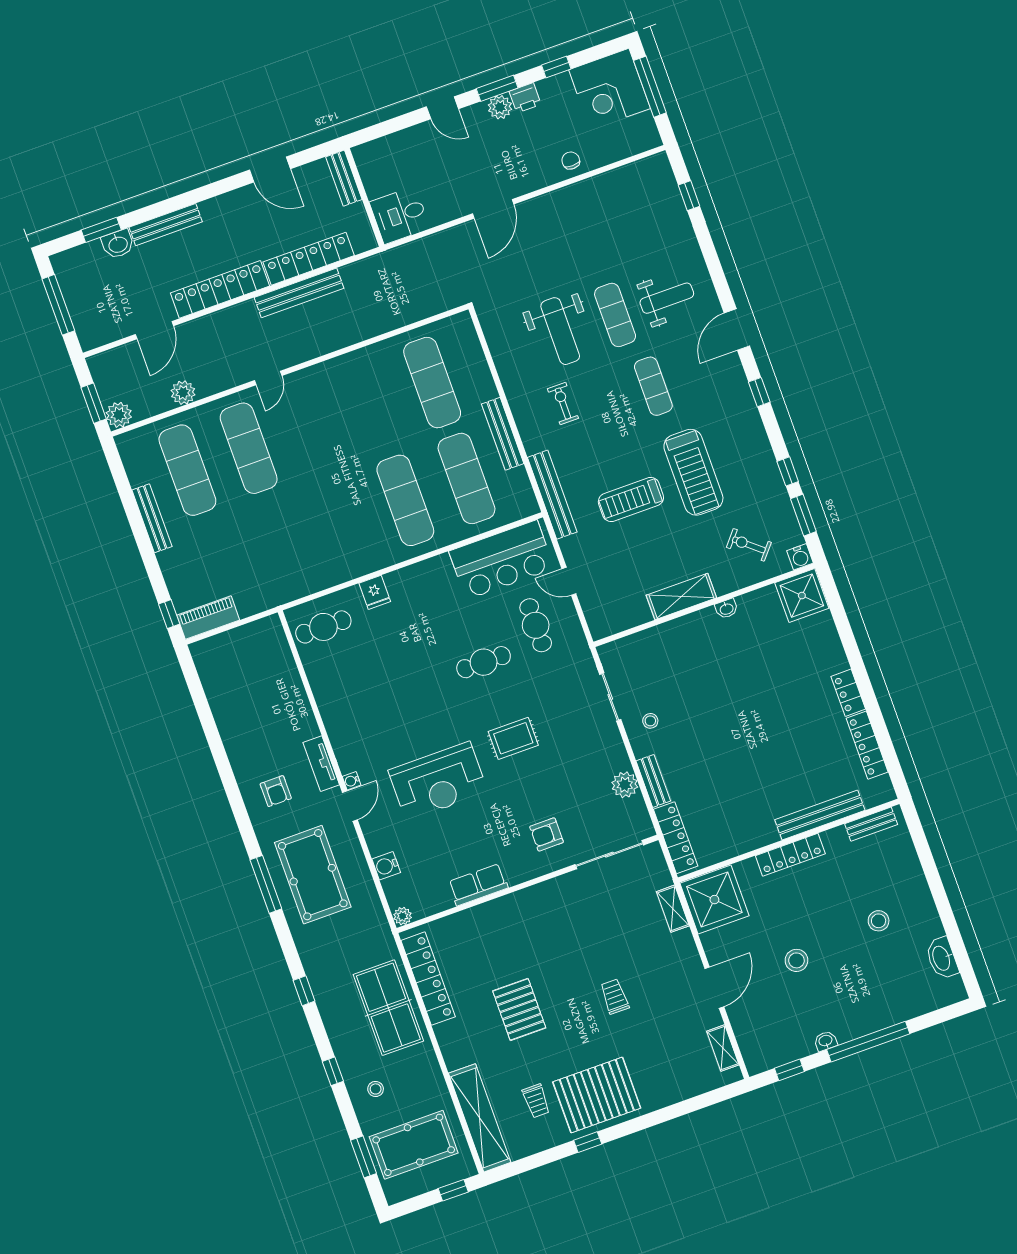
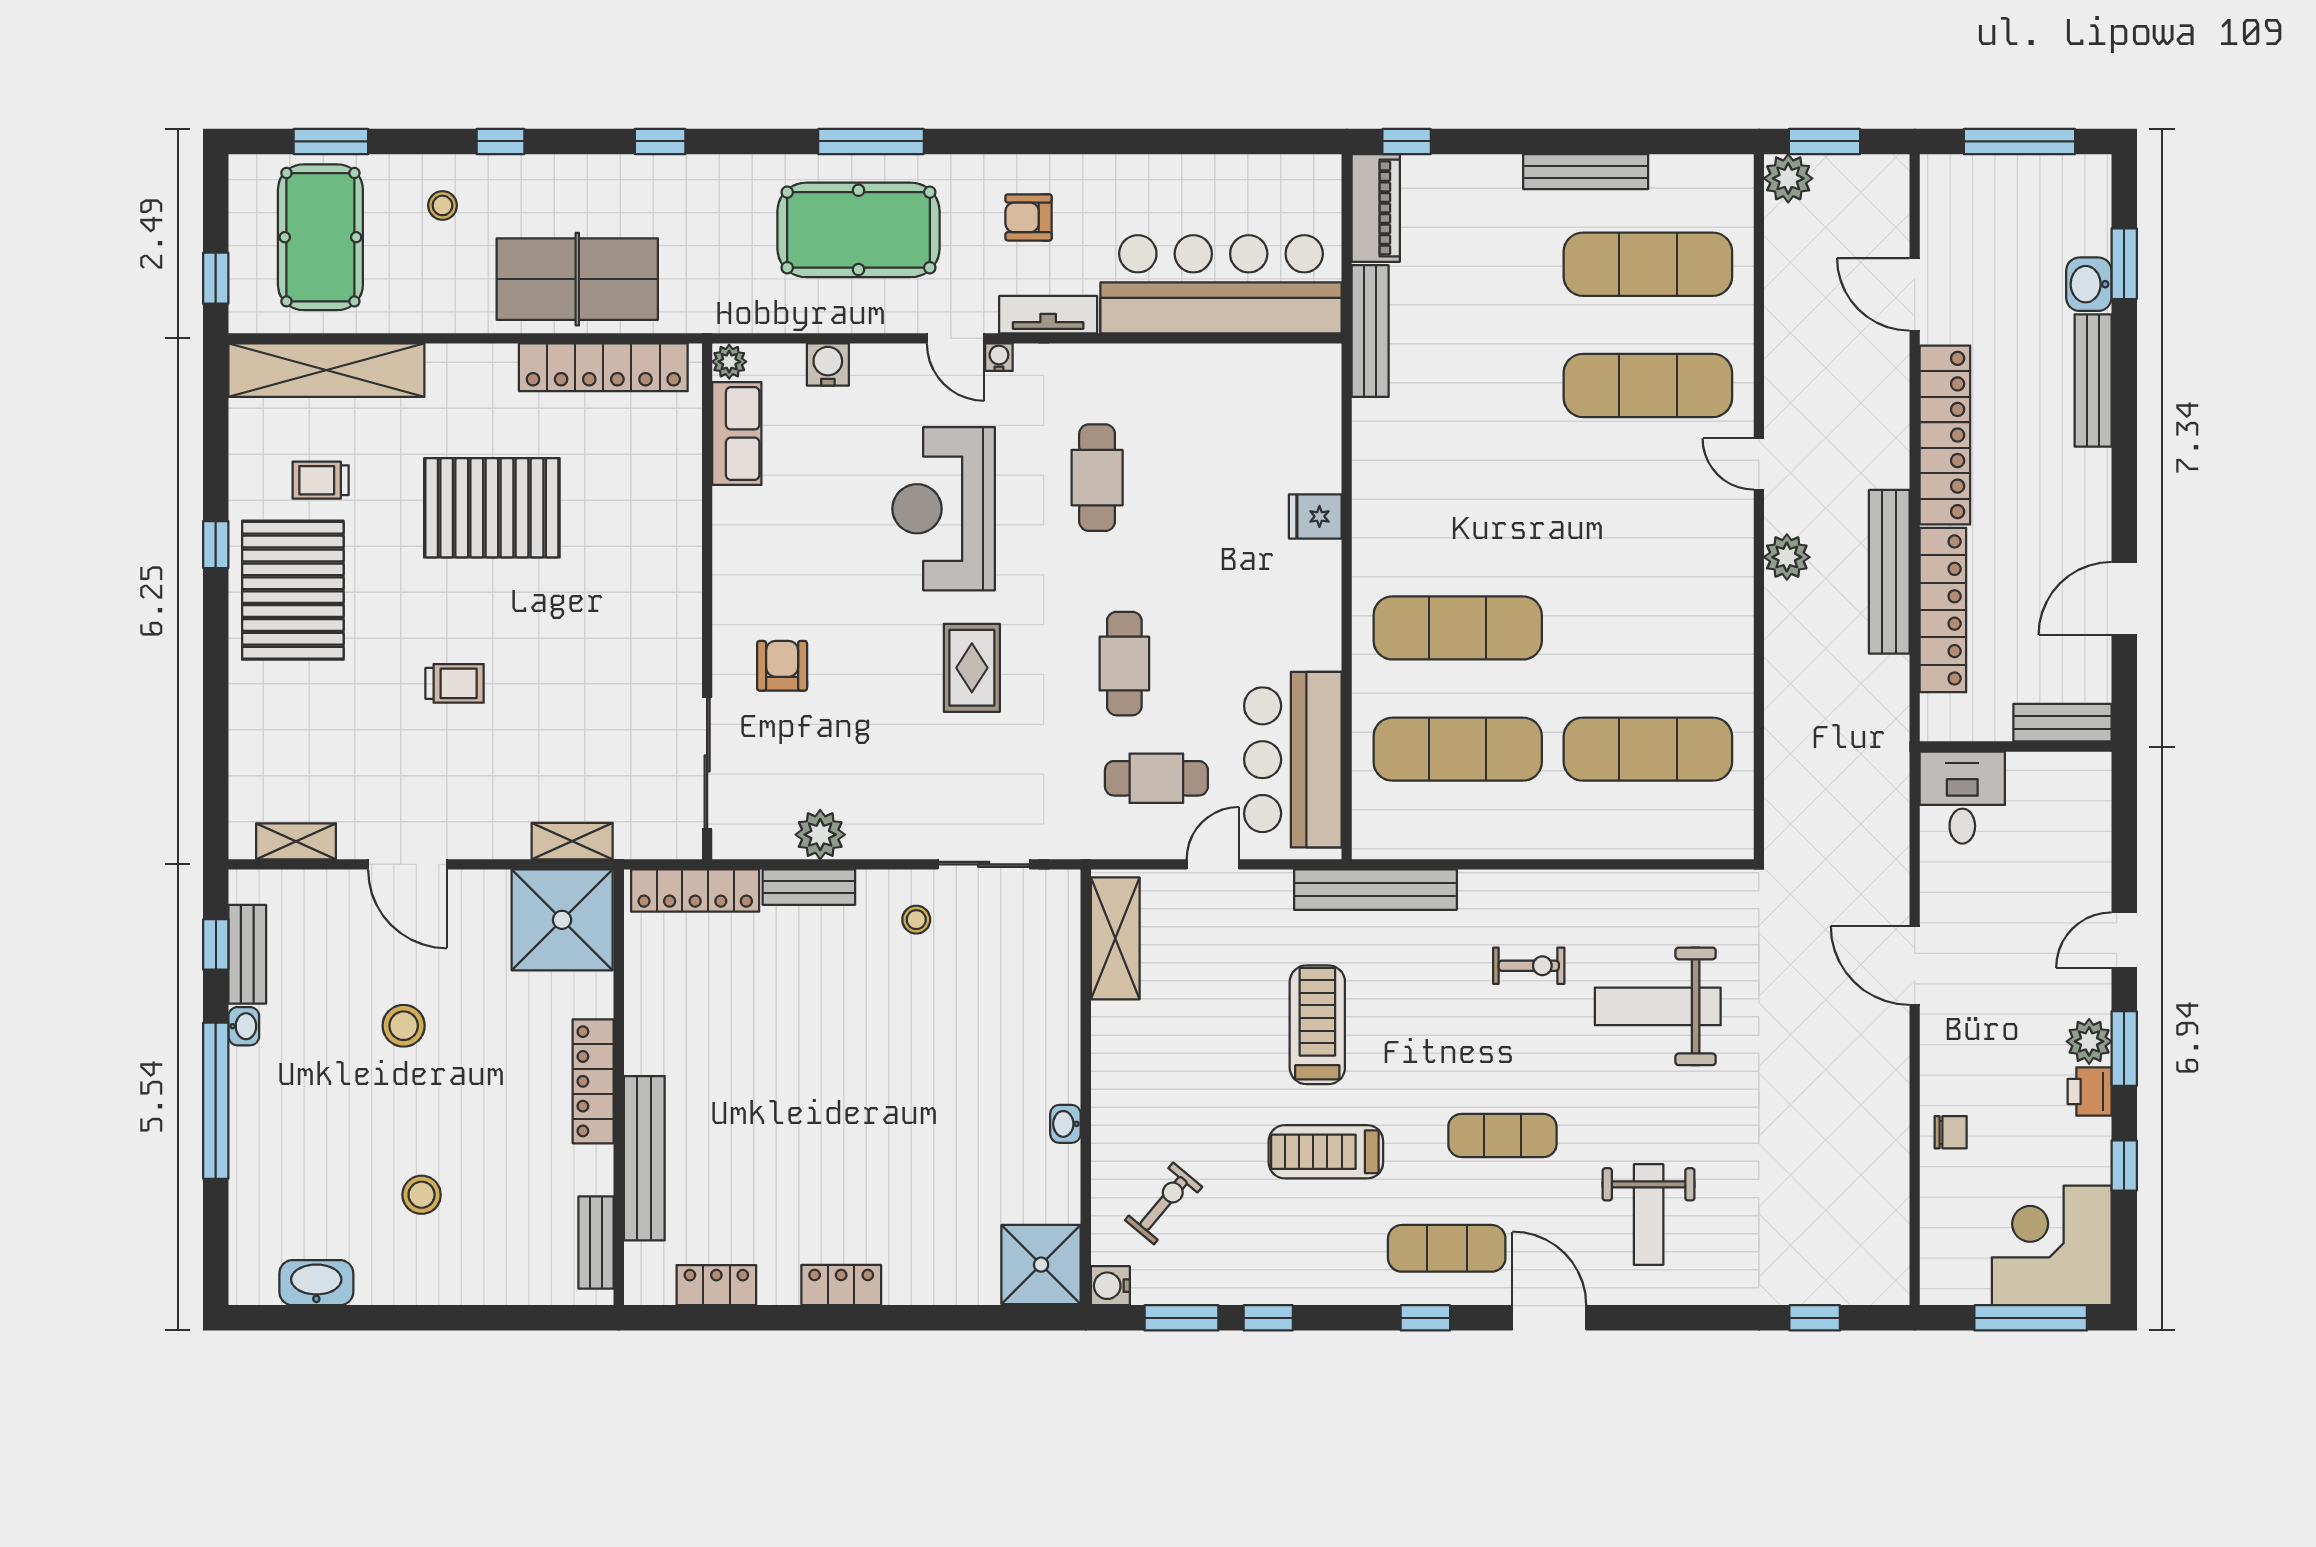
exercise mat: (615, 315) -> (1447, 1248), moved
plant: (183, 393) -> (1787, 557), moved
bench: (503, 434) -> (1370, 331), moved, turned 90
treadmill: (693, 472) -> (1326, 1152), width x0.73, depth x0.73
shelving: (681, 597) -> (1115, 938), moved
cafe table: (323, 627) -> (1097, 478), moved
bar counter: (275, 682) -> (1221, 284), added
locker: (867, 745) -> (716, 1285), width x0.66
row of seats: (478, 885) -> (737, 434), moved
pallet: (519, 1009) -> (492, 508), width x1.37, depth x1.41
bench: (789, 1052) -> (247, 954), added

